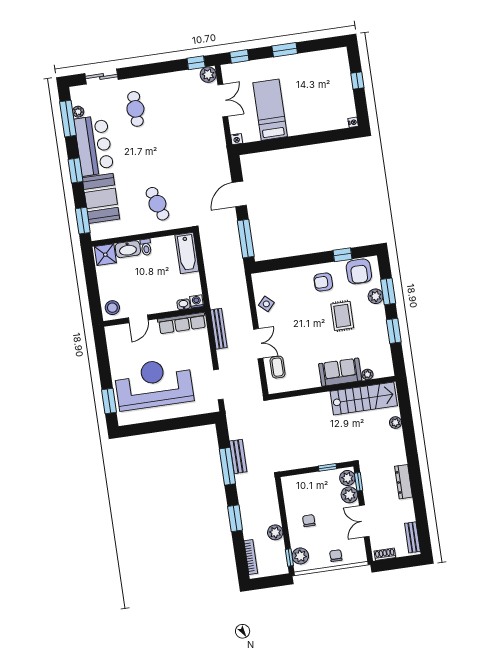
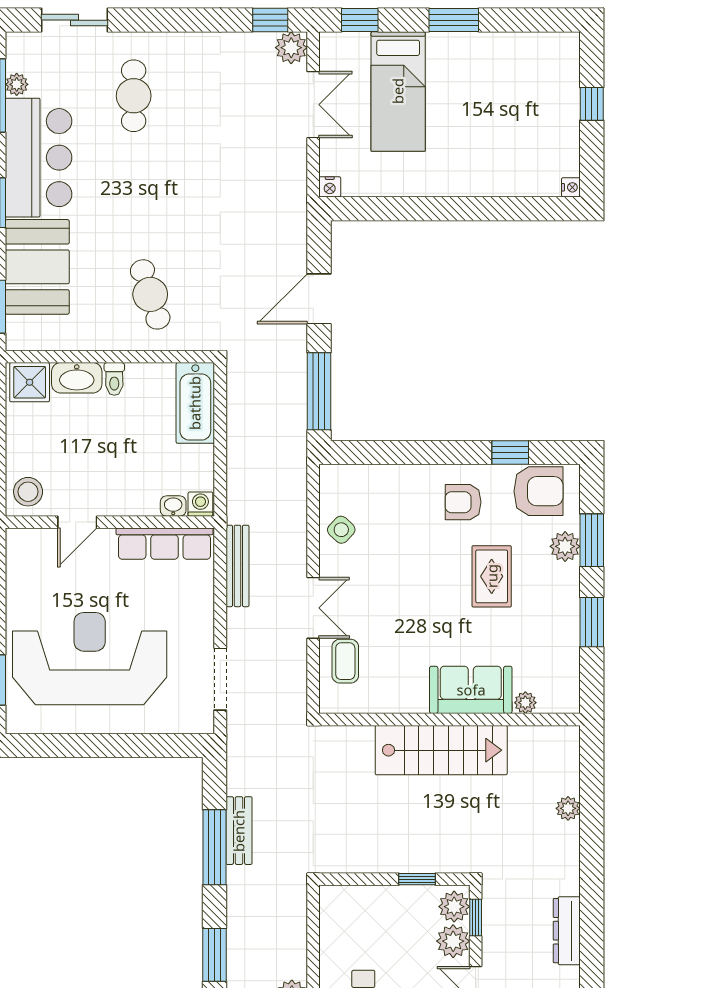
bed: (270, 110) -> (398, 91), moved, turned 180
armchair: (359, 271) -> (538, 491), turned -90
stairs: (364, 398) -> (441, 750), moved

